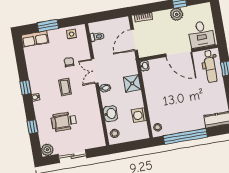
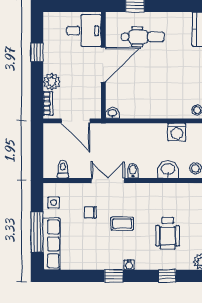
plant: (177, 14) -> (52, 82), moved
window: (48, 26) -> (37, 232), width x1.44
row of seats: (35, 39) -> (51, 244), width x1.48
dental chair: (210, 66) -> (143, 37), moved
double door: (95, 71) -> (108, 180), swing flipped
shower: (132, 83) -> (133, 134), removed

